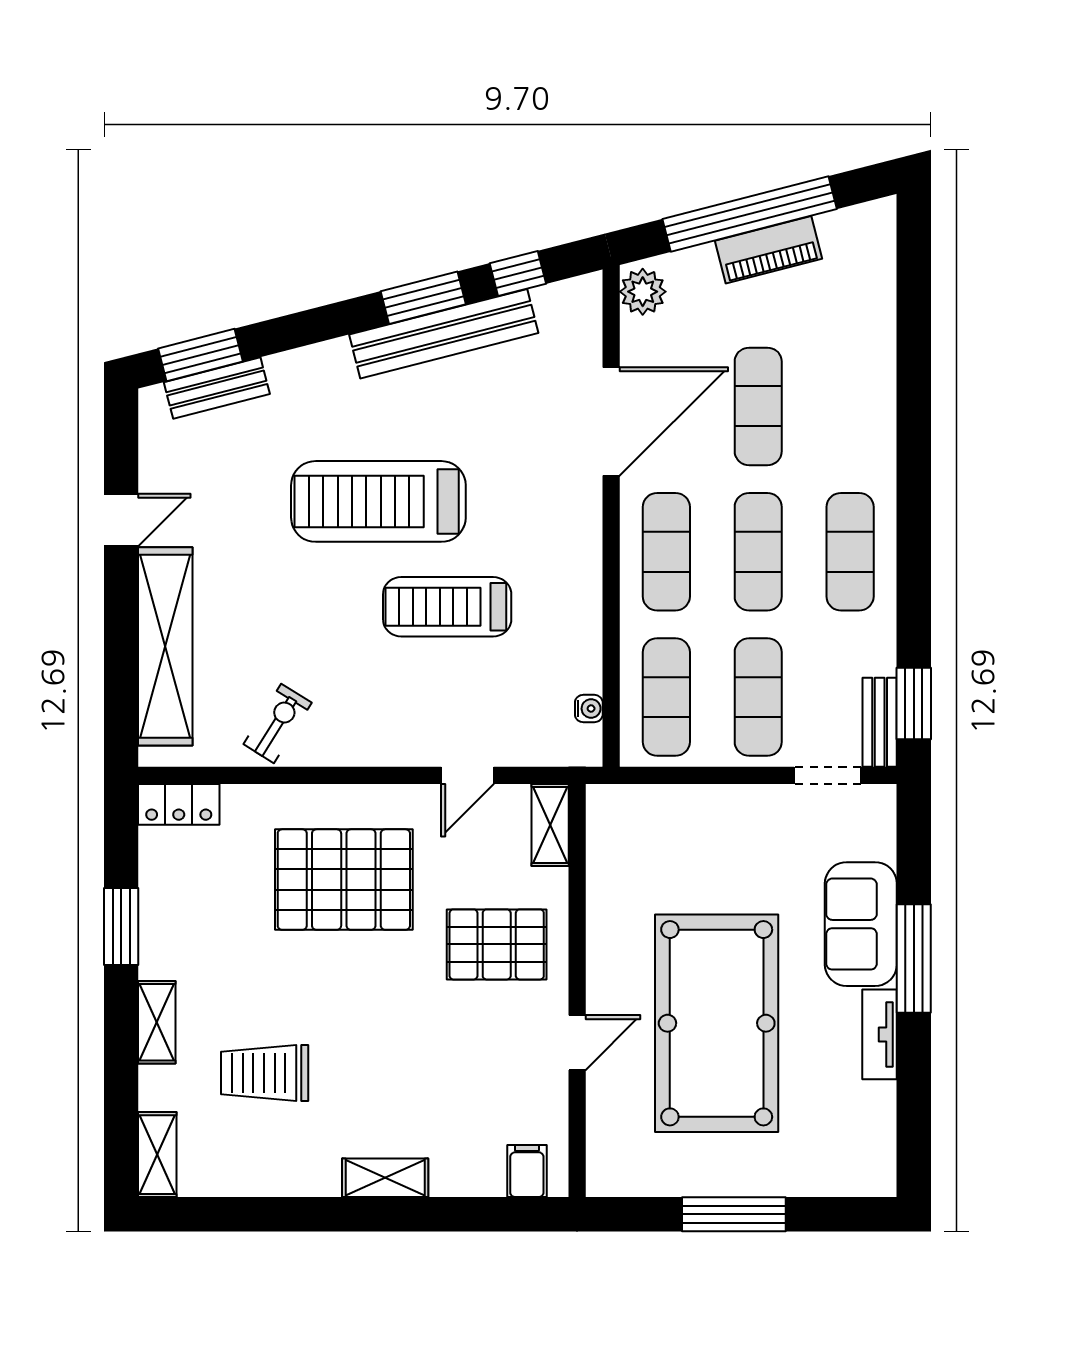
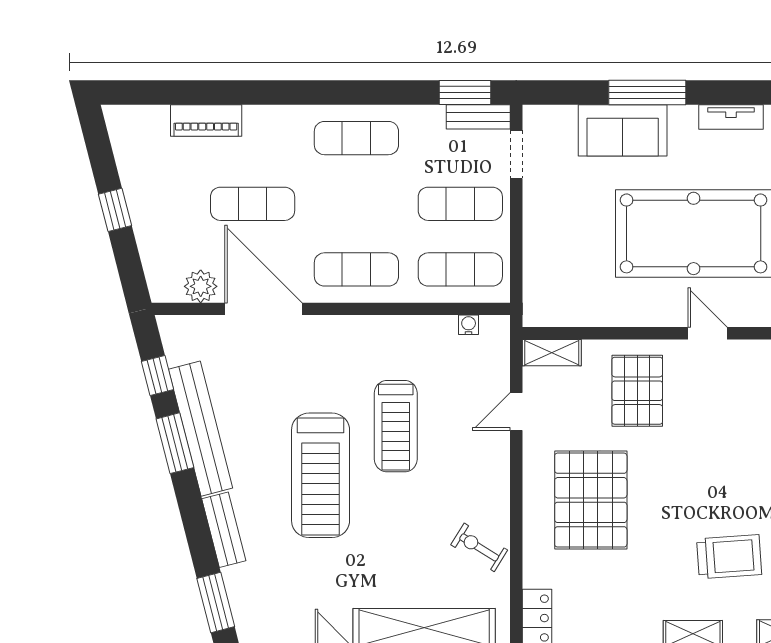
window: (750, 214) -> (115, 210), width x0.32
piano: (768, 250) -> (206, 121), moved, turned 104
plant: (643, 292) -> (201, 286), moved
bench: (217, 388) -> (224, 530), moved
exercise mat: (758, 552) -> (356, 204), removed
door: (468, 775) -> (516, 412), swing flipped
tv unit: (880, 1034) -> (731, 117), moved
trolley: (265, 1073) -> (729, 557), turned -94

